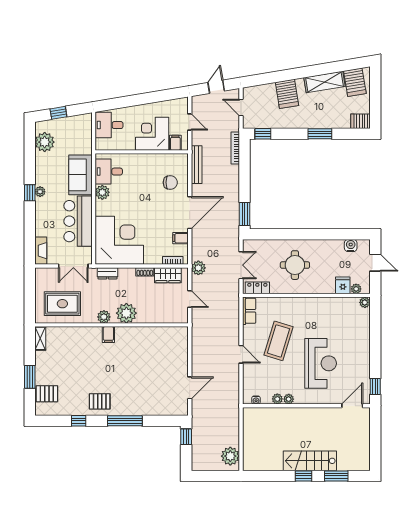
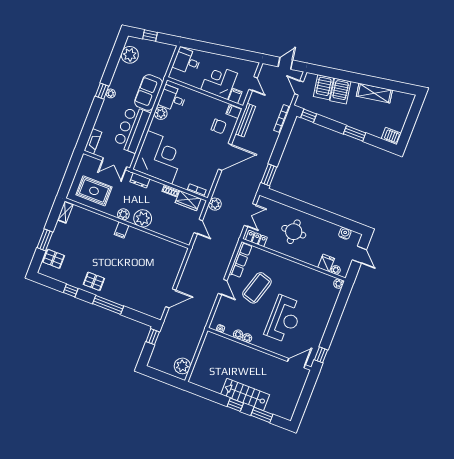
server rack: (355, 82) -> (324, 87), moved
filing cabinet: (181, 238) -> (234, 112), moved
row of seats: (249, 311) -> (241, 260), width x1.48

